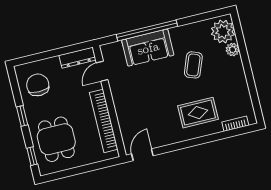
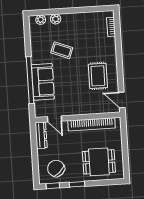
plant: (223, 32) -> (41, 20), width x0.53, depth x0.53
chair: (38, 85) -> (56, 168), turned 48
rug: (198, 113) -> (98, 76), moved
window: (32, 156) -> (53, 186), moved

